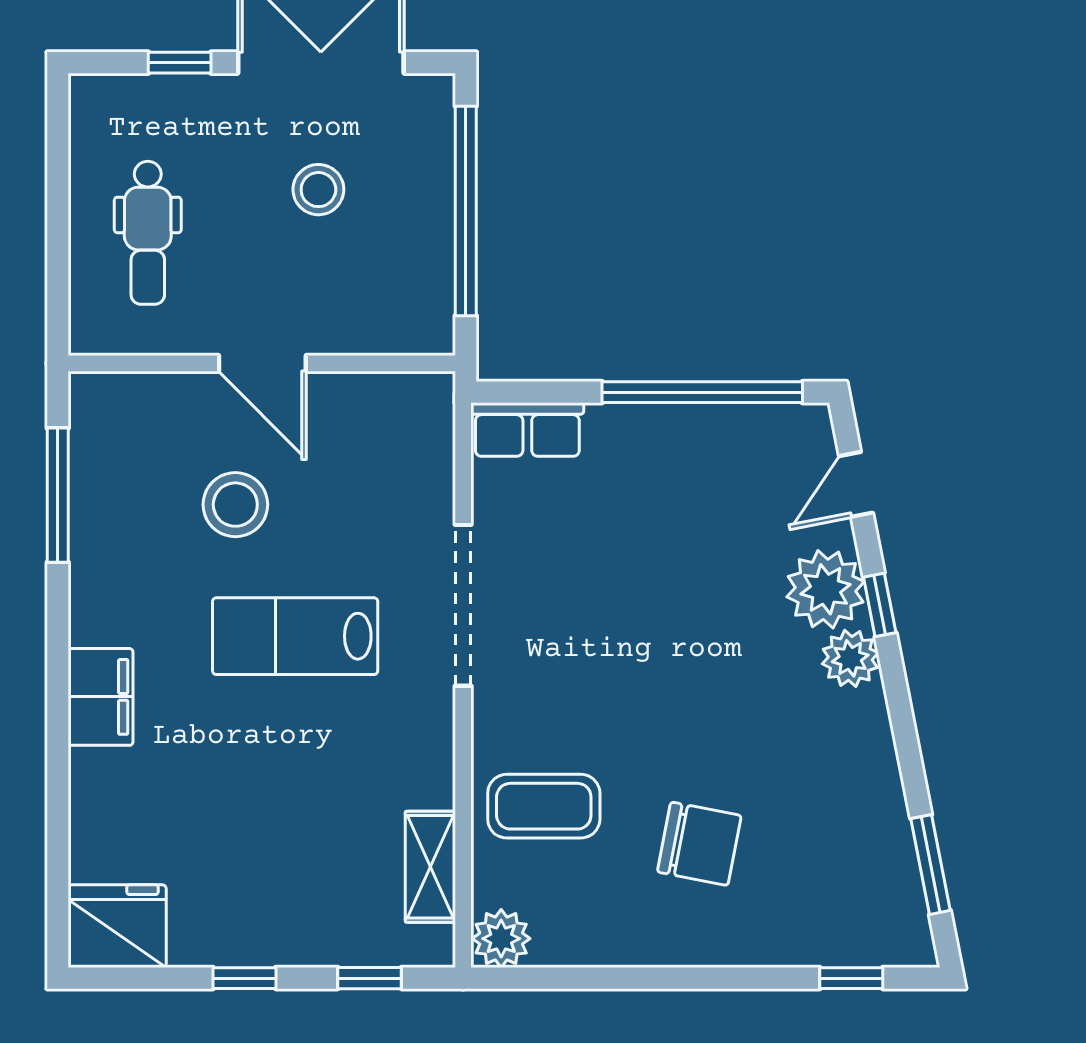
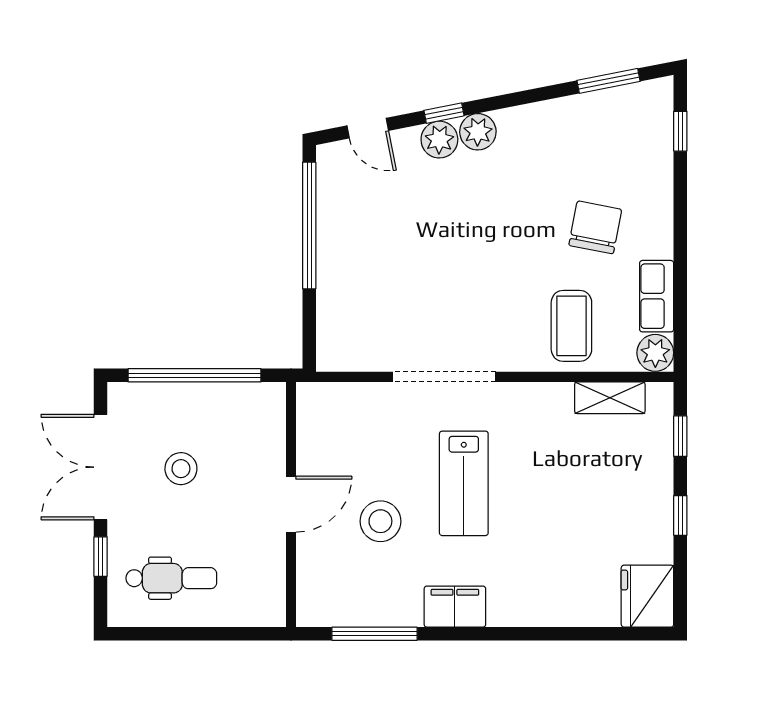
dental chair: (148, 233) -> (171, 578), moved
row of seats: (527, 430) -> (657, 296), moved, turned 180
plant: (826, 589) -> (439, 140), width x0.73, depth x0.73
filing cabinet: (101, 697) -> (455, 607), moved

